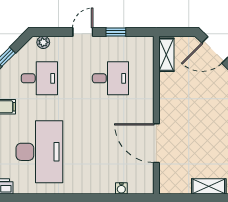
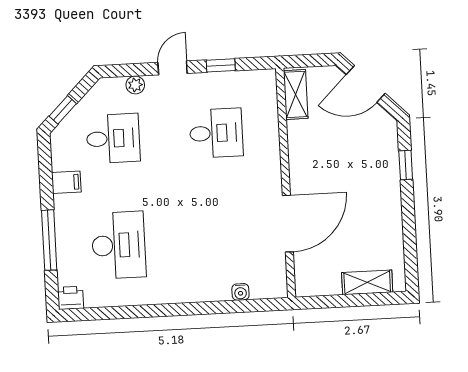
plant: (43, 42) -> (135, 85), moved
door: (156, 143) -> (288, 224), swing flipped
desk: (39, 152) -> (119, 245), width x0.73, depth x0.77

